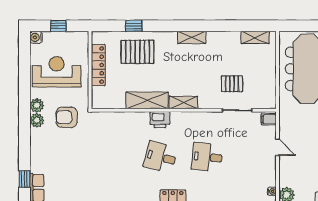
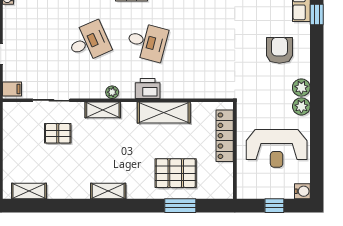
window: (134, 26) -> (180, 206), width x1.50
locker: (98, 65) -> (225, 136), moved
shelving: (183, 103) -> (103, 110), moved
armchair: (67, 117) -> (279, 50), moved, turned -90
plant: (188, 117) -> (112, 92), added
desk: (207, 157) -> (89, 42), turned -30

